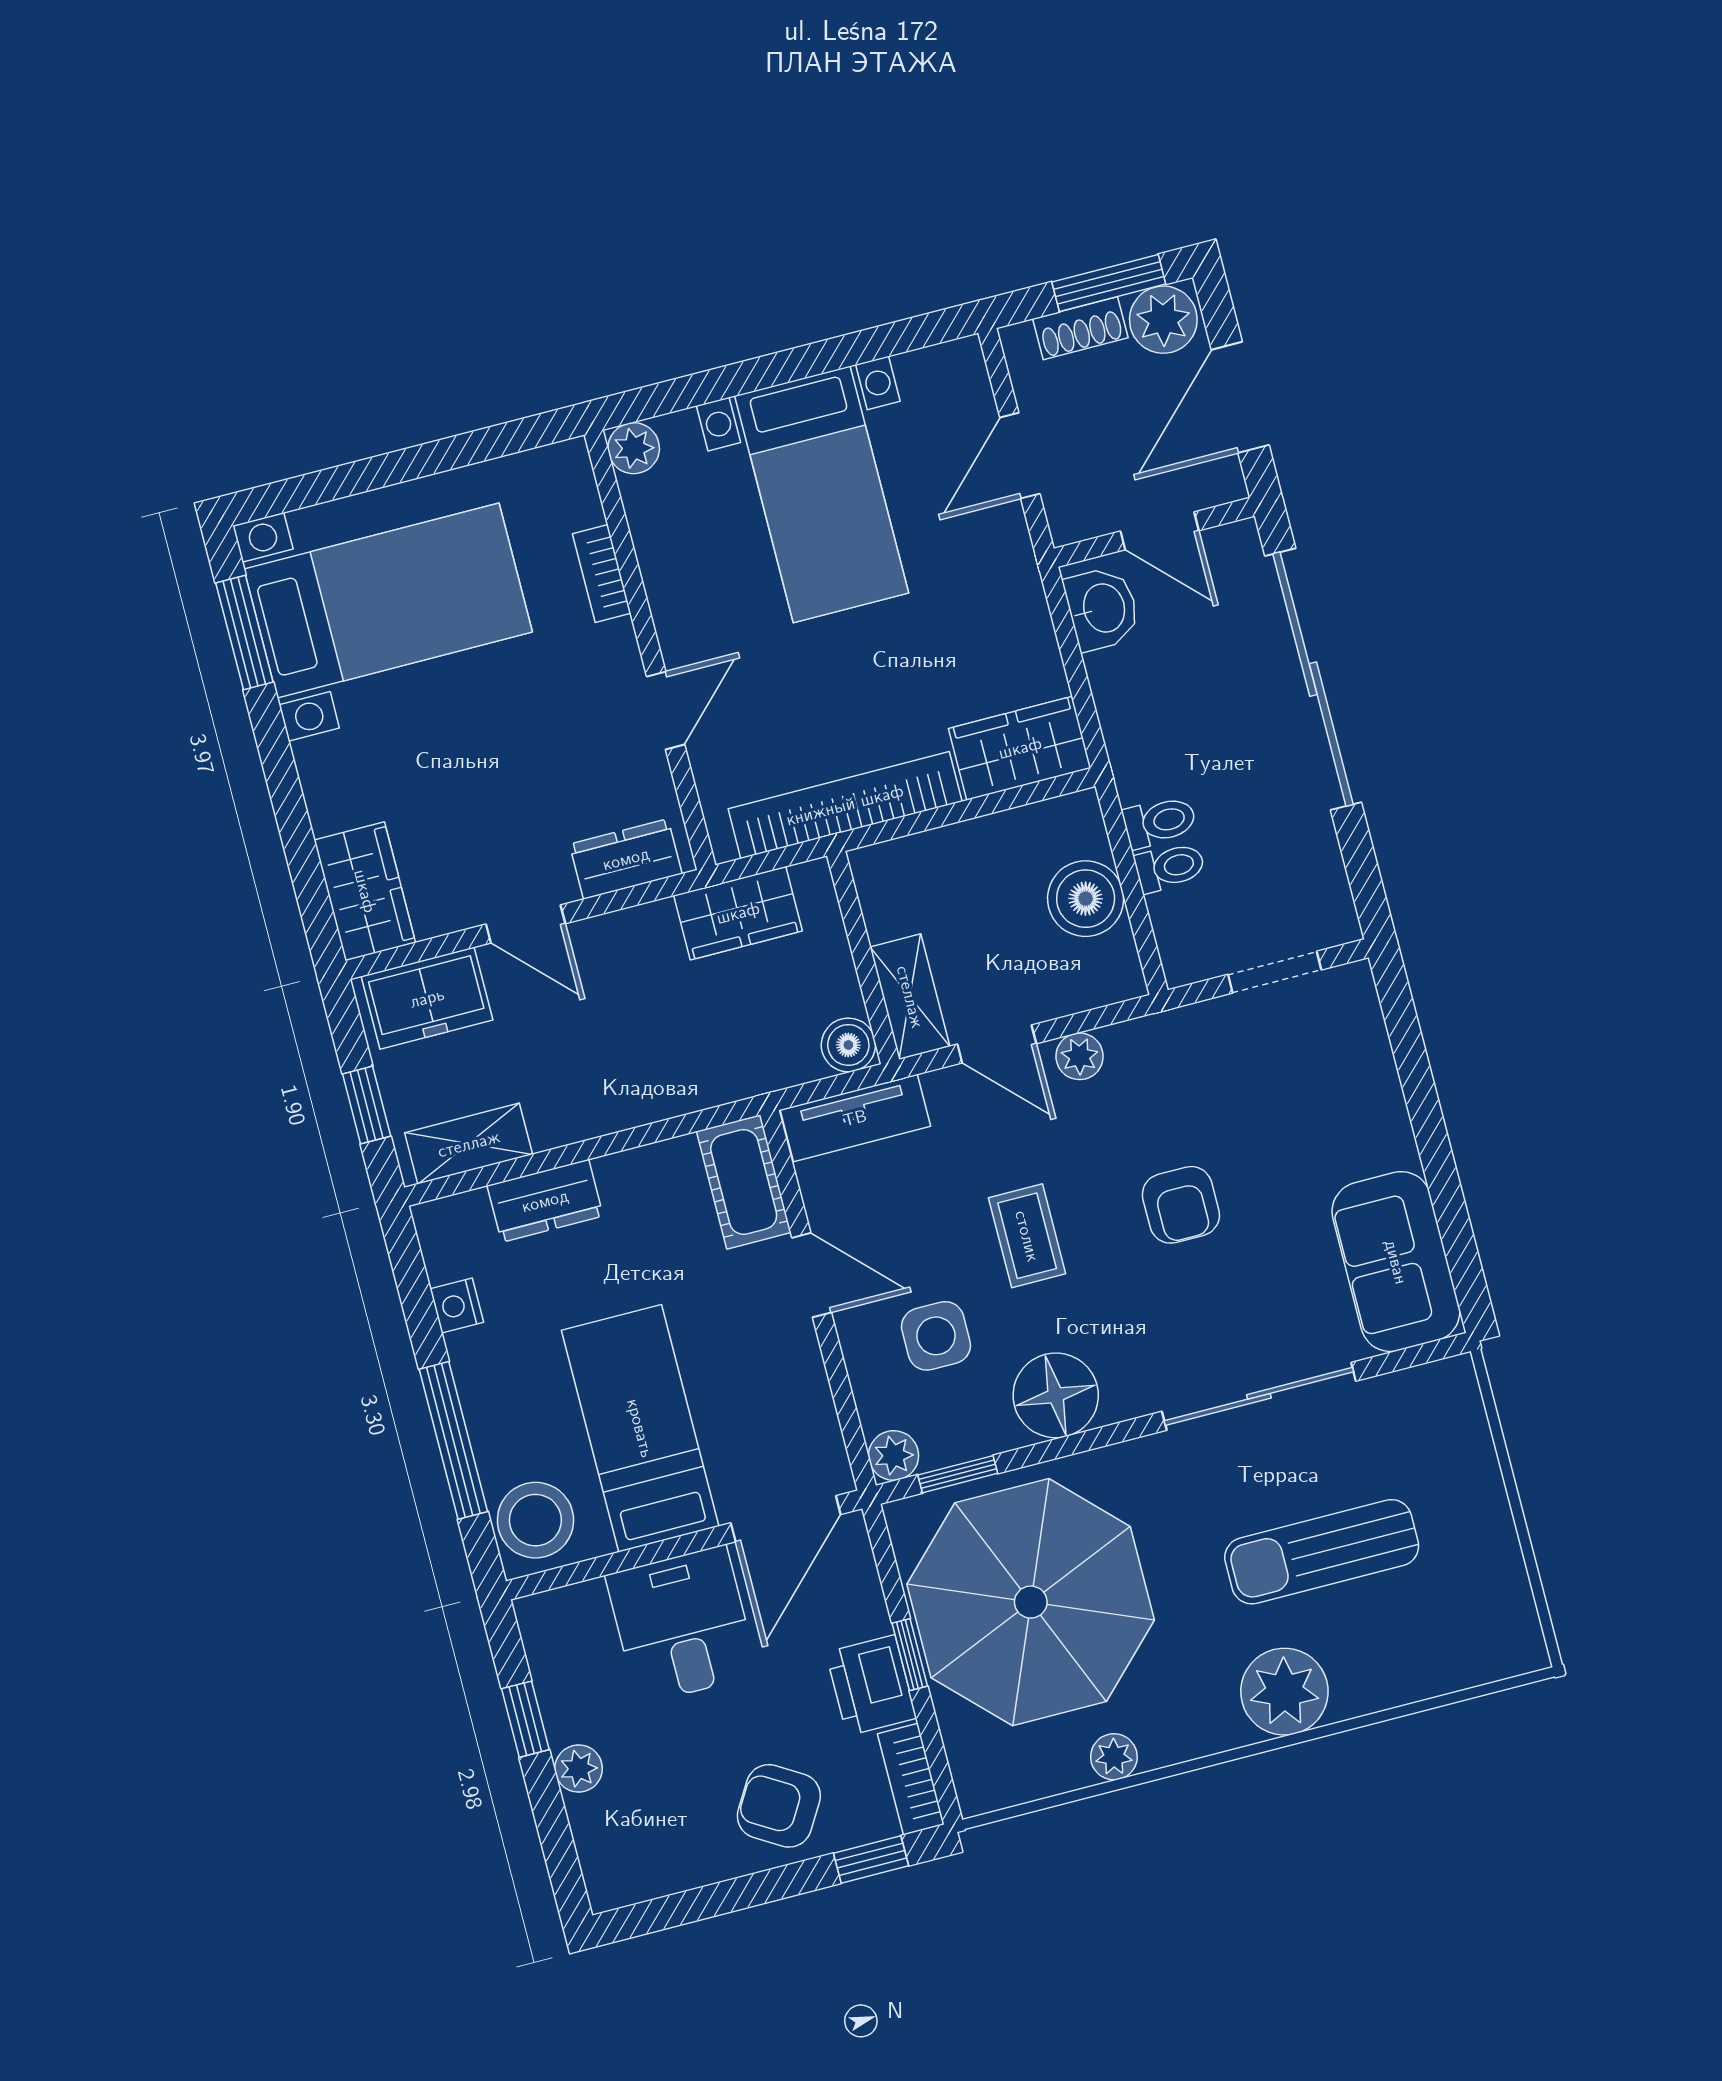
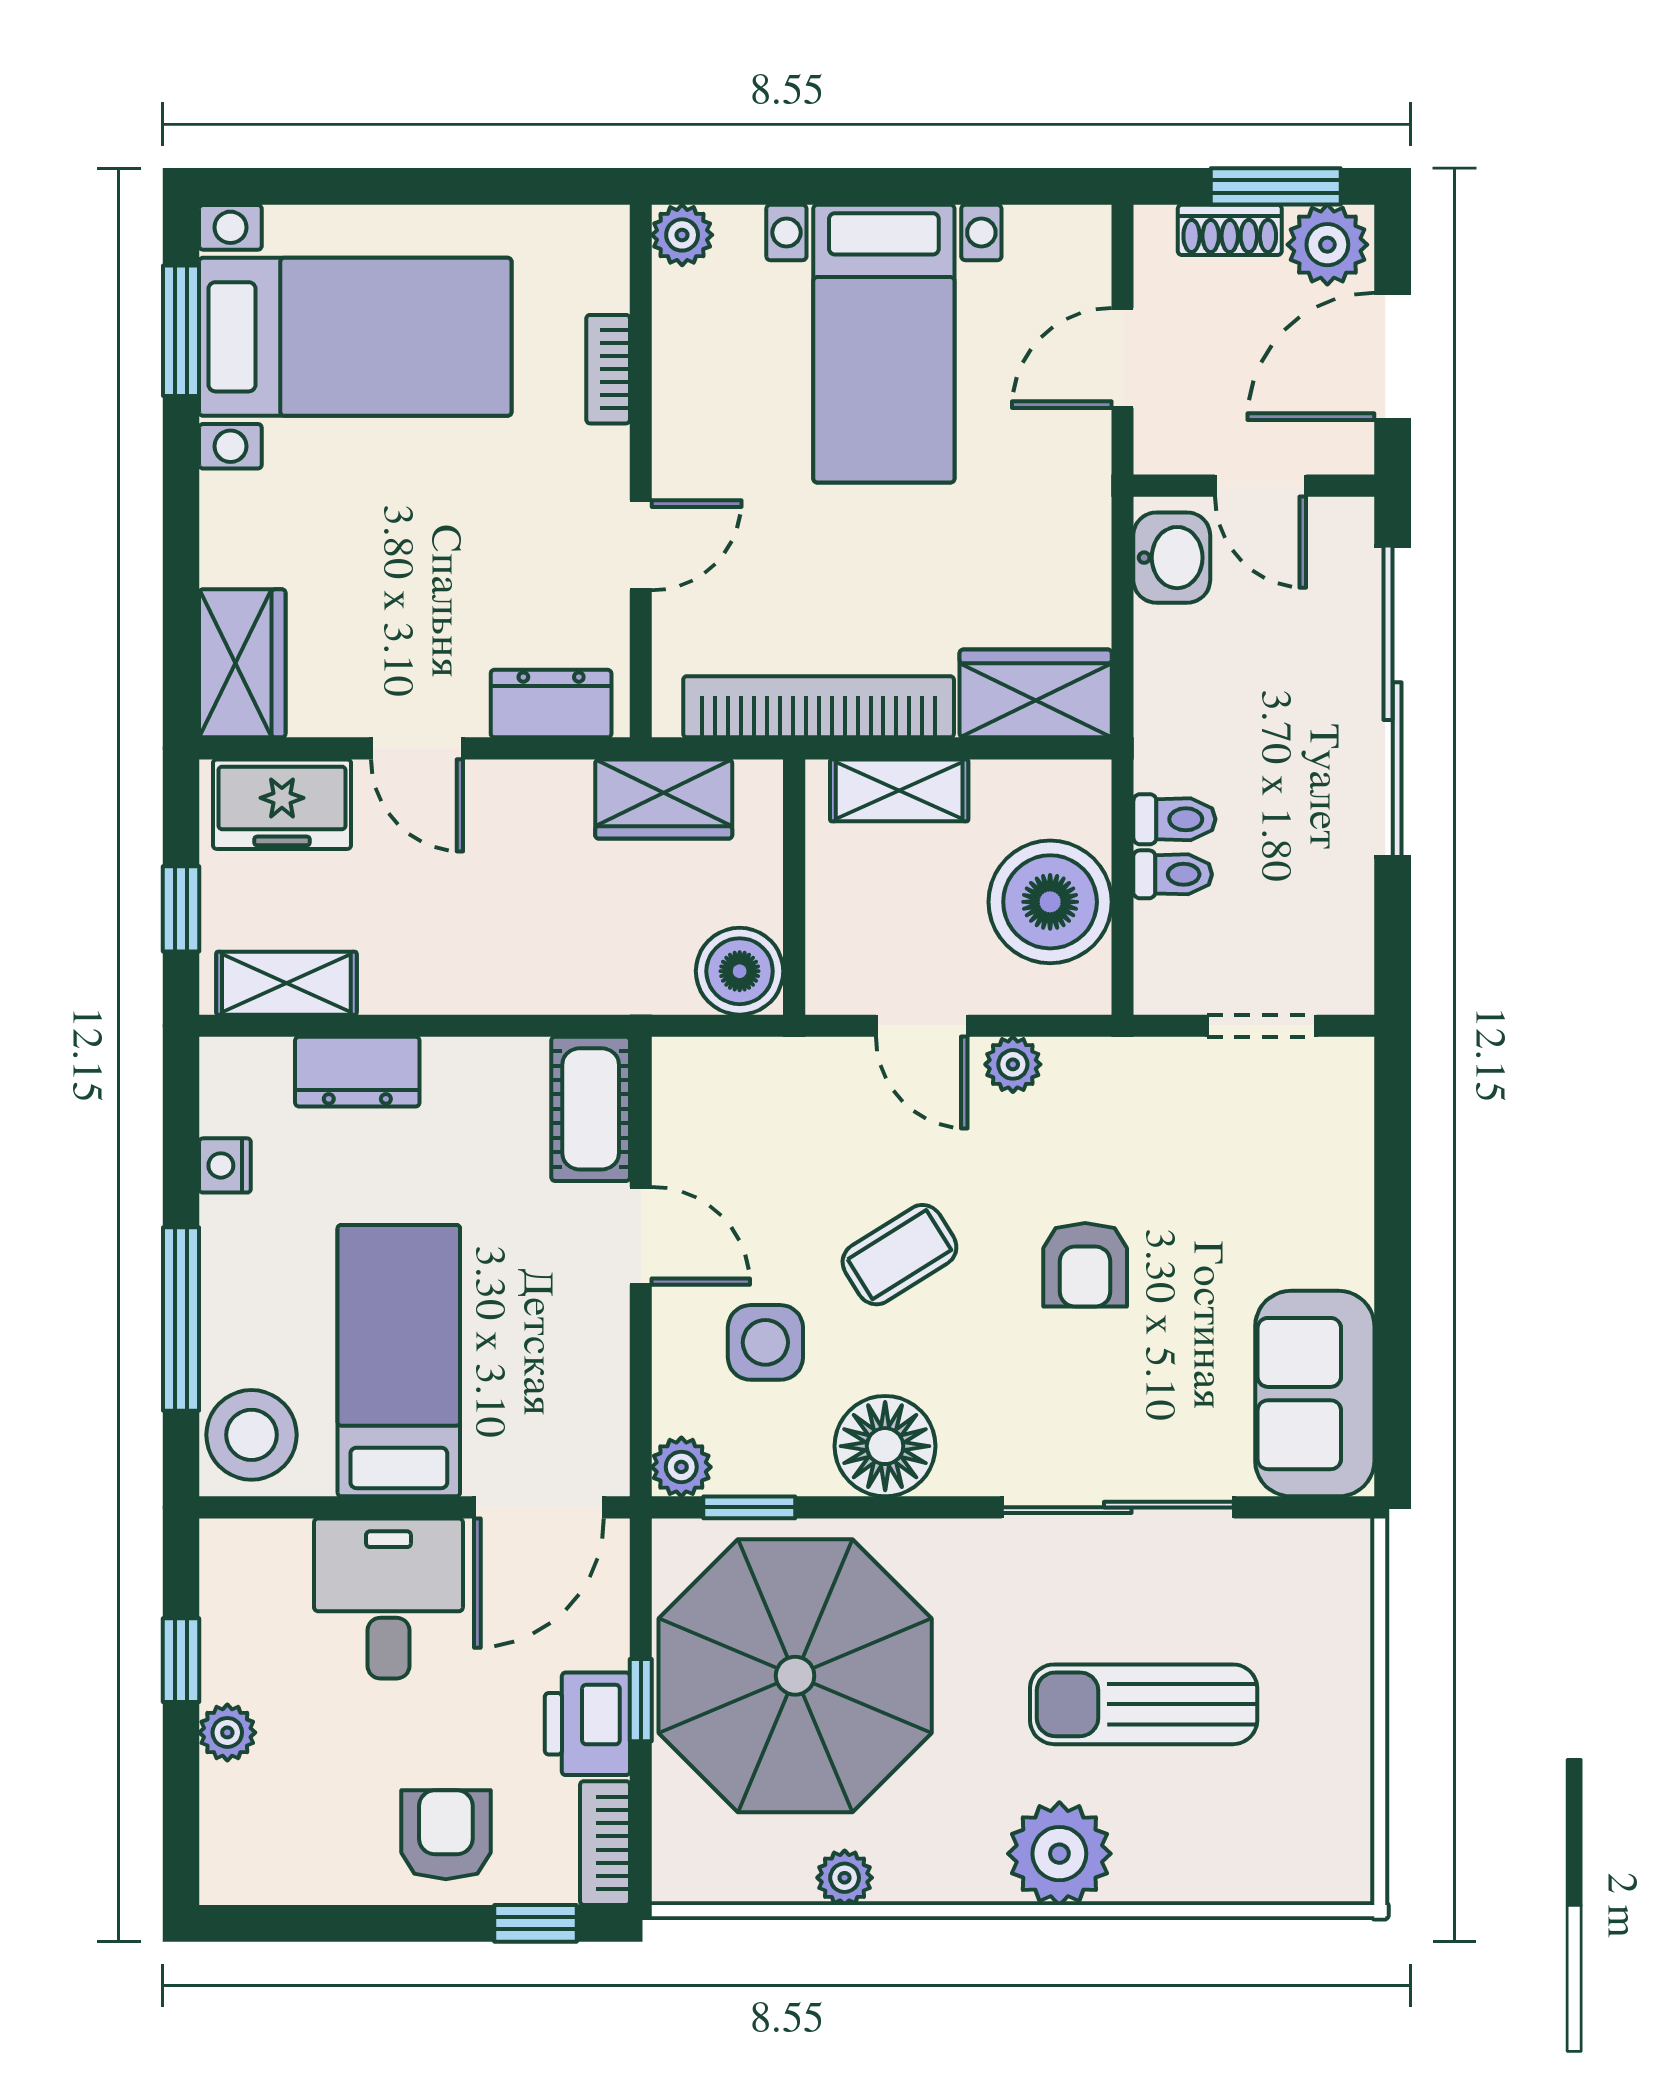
boiler: (1086, 899) -> (1050, 902), width x1.37, depth x1.37
shelving: (910, 997) -> (899, 790), moved, turned 90
boiler: (848, 1045) -> (740, 971), width x1.36, depth x1.36
tv unit: (855, 1118) -> (738, 1069), removed
coffee table: (1027, 1236) -> (899, 1255), turned 58
armchair: (779, 1806) -> (446, 1835), turned 59

